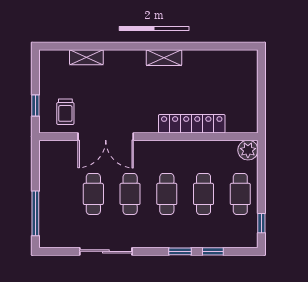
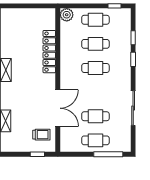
cafe table: (130, 194) -> (95, 140), moved

